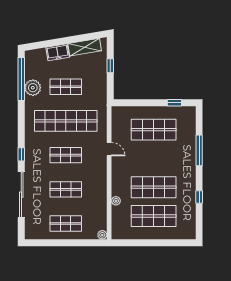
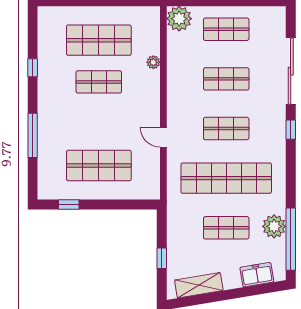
freezer: (58, 52) -> (257, 275), moved
shop shelf: (154, 187) -> (99, 82), width x0.70, depth x0.74
plant: (102, 235) -> (179, 19), width x1.87, depth x1.87

